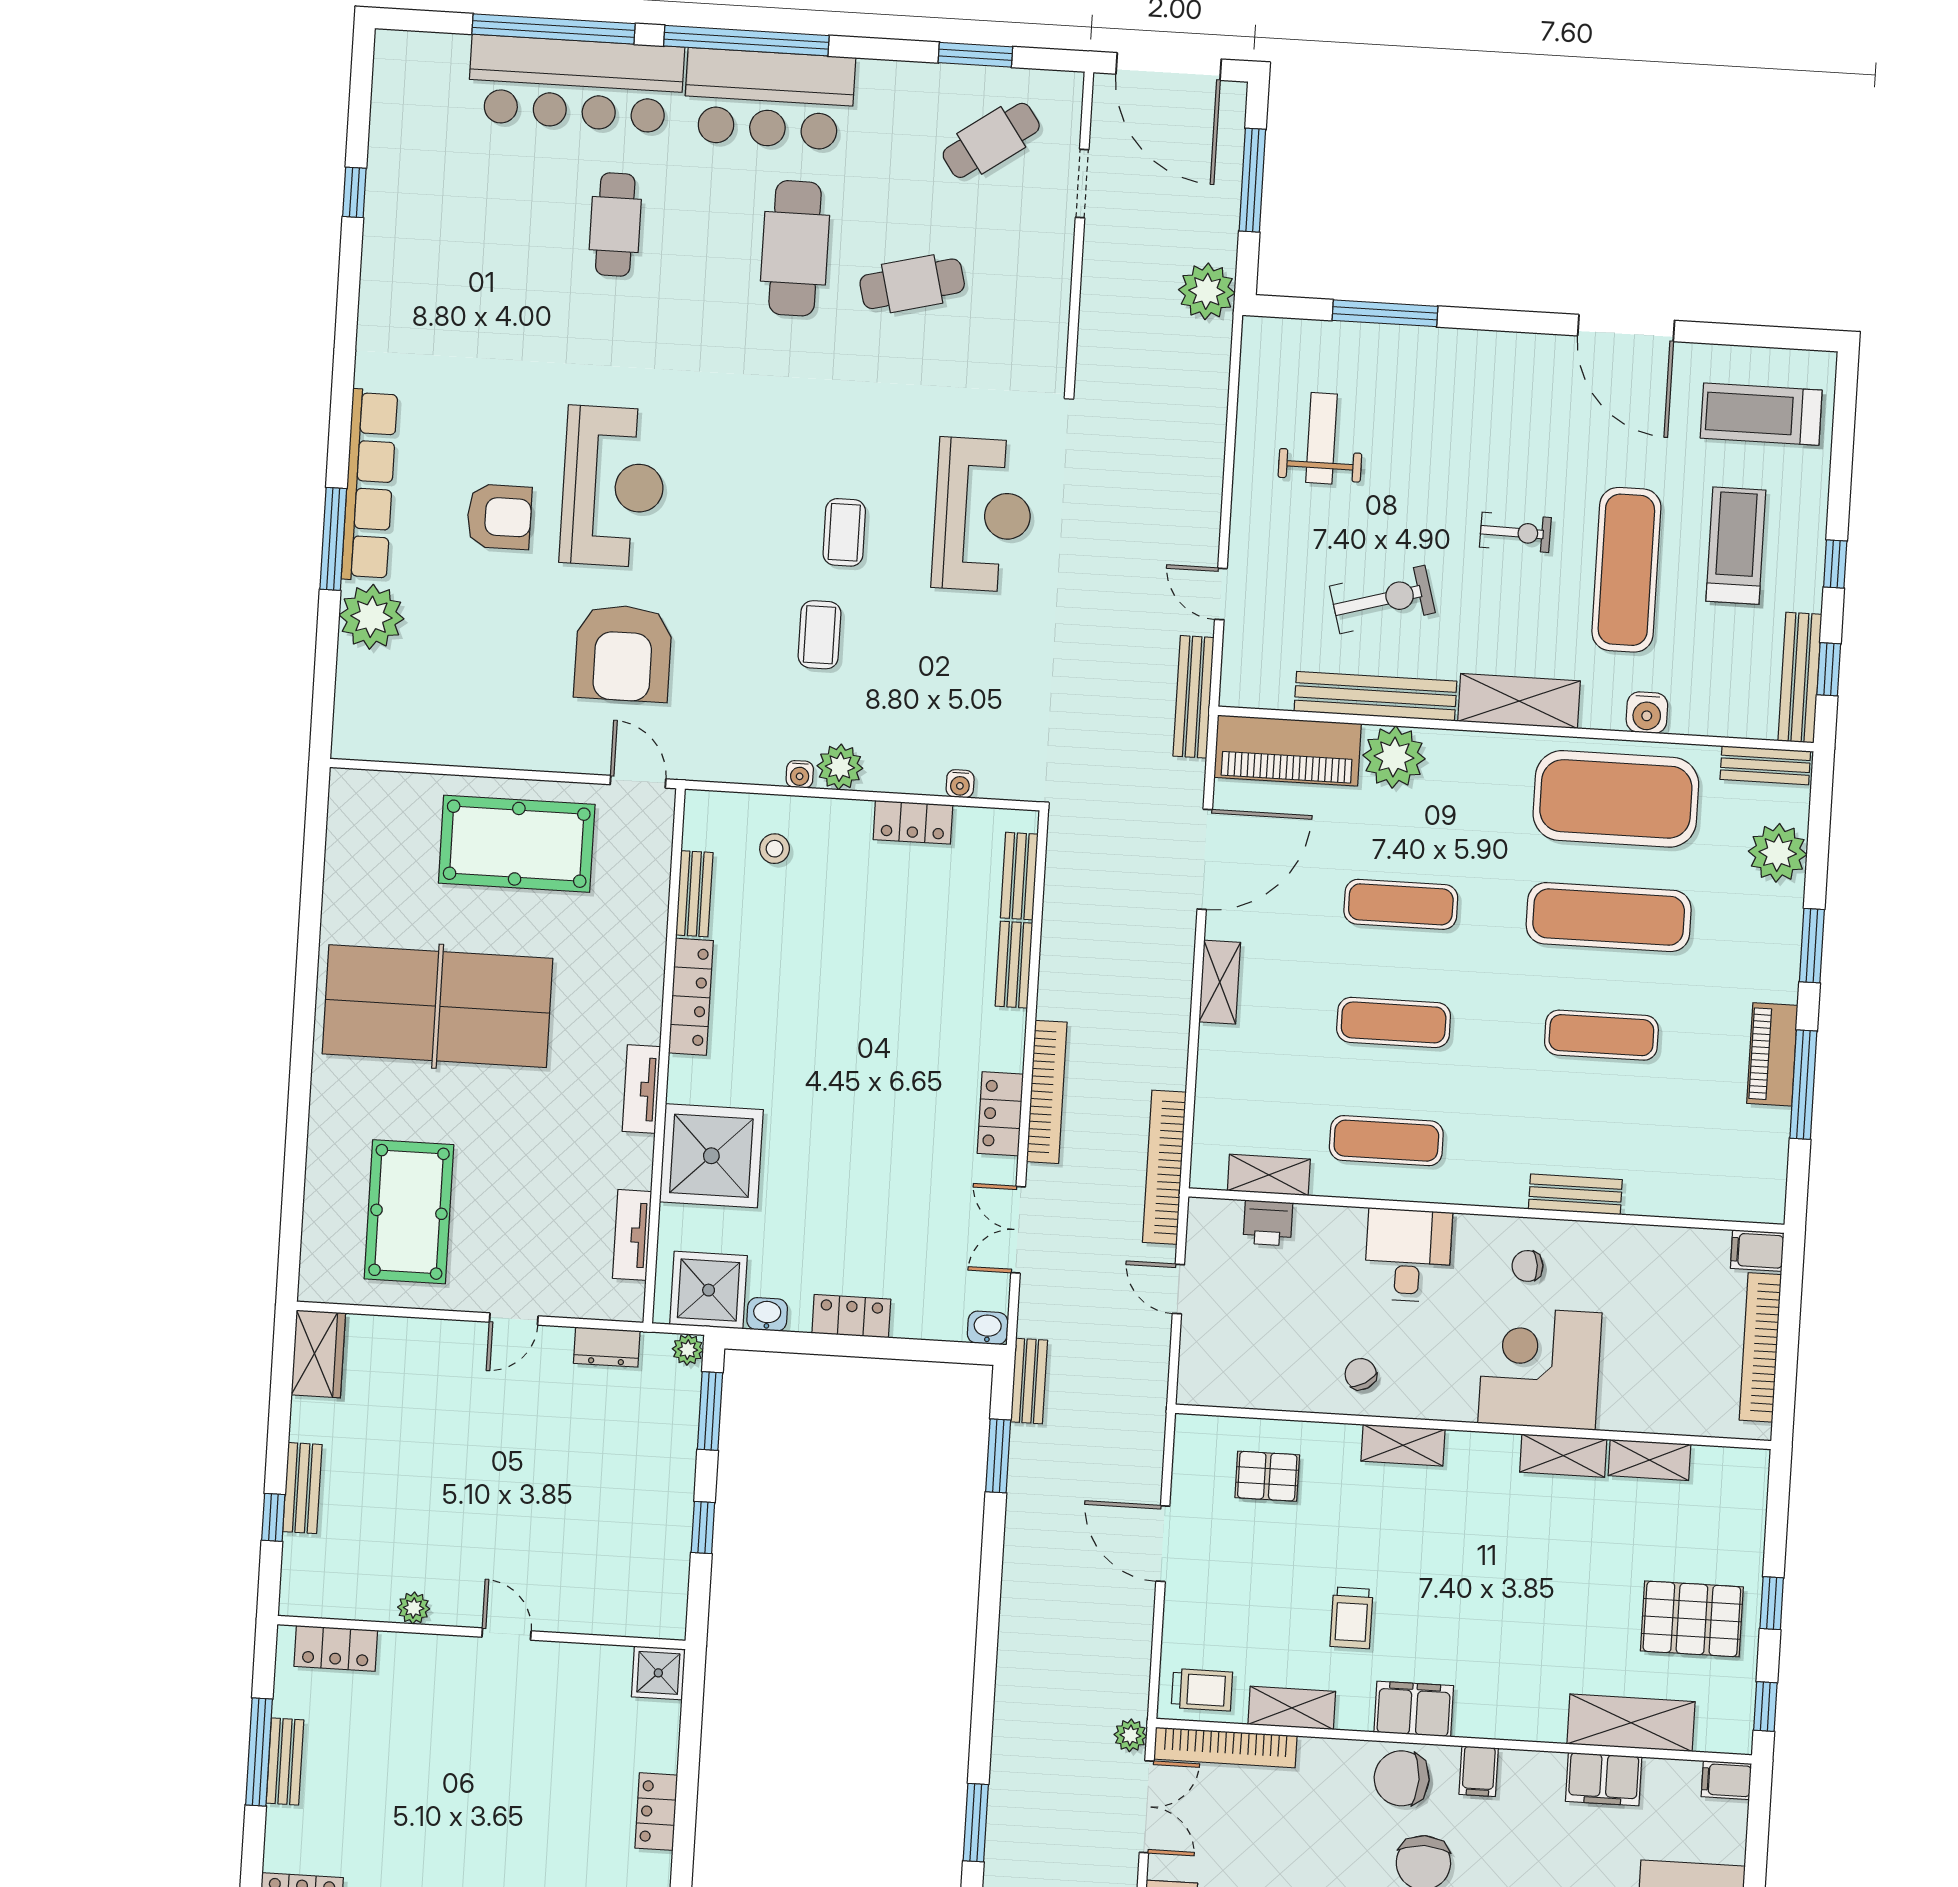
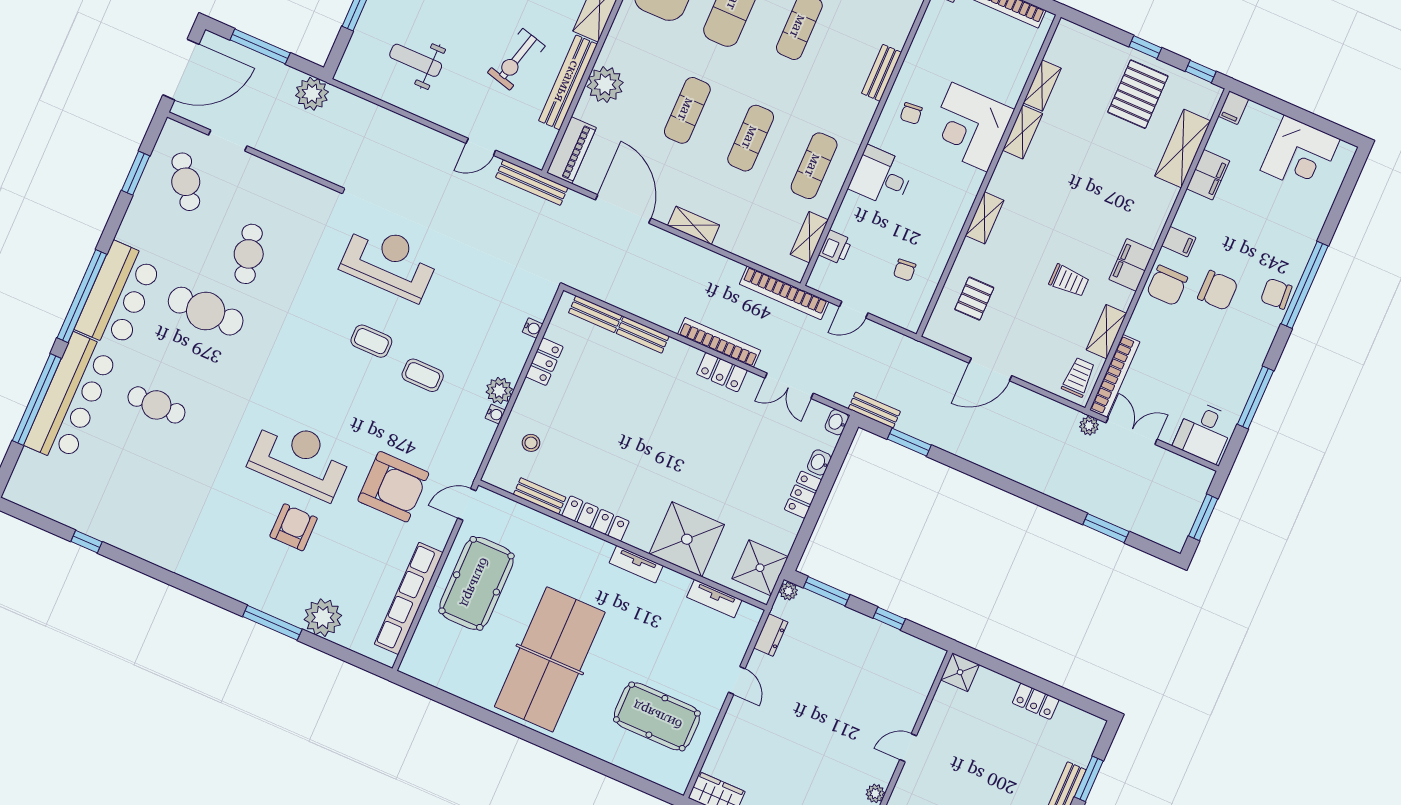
row of seats: (369, 485) -> (409, 598), moved, turned -90
exercise bike: (1382, 599) -> (516, 59), turned -149
piano: (1288, 750) -> (571, 150), width x0.73, depth x0.75
washbasin: (767, 1314) -> (819, 462), moved
chair: (1361, 1374) -> (905, 270), moved, turned -64

